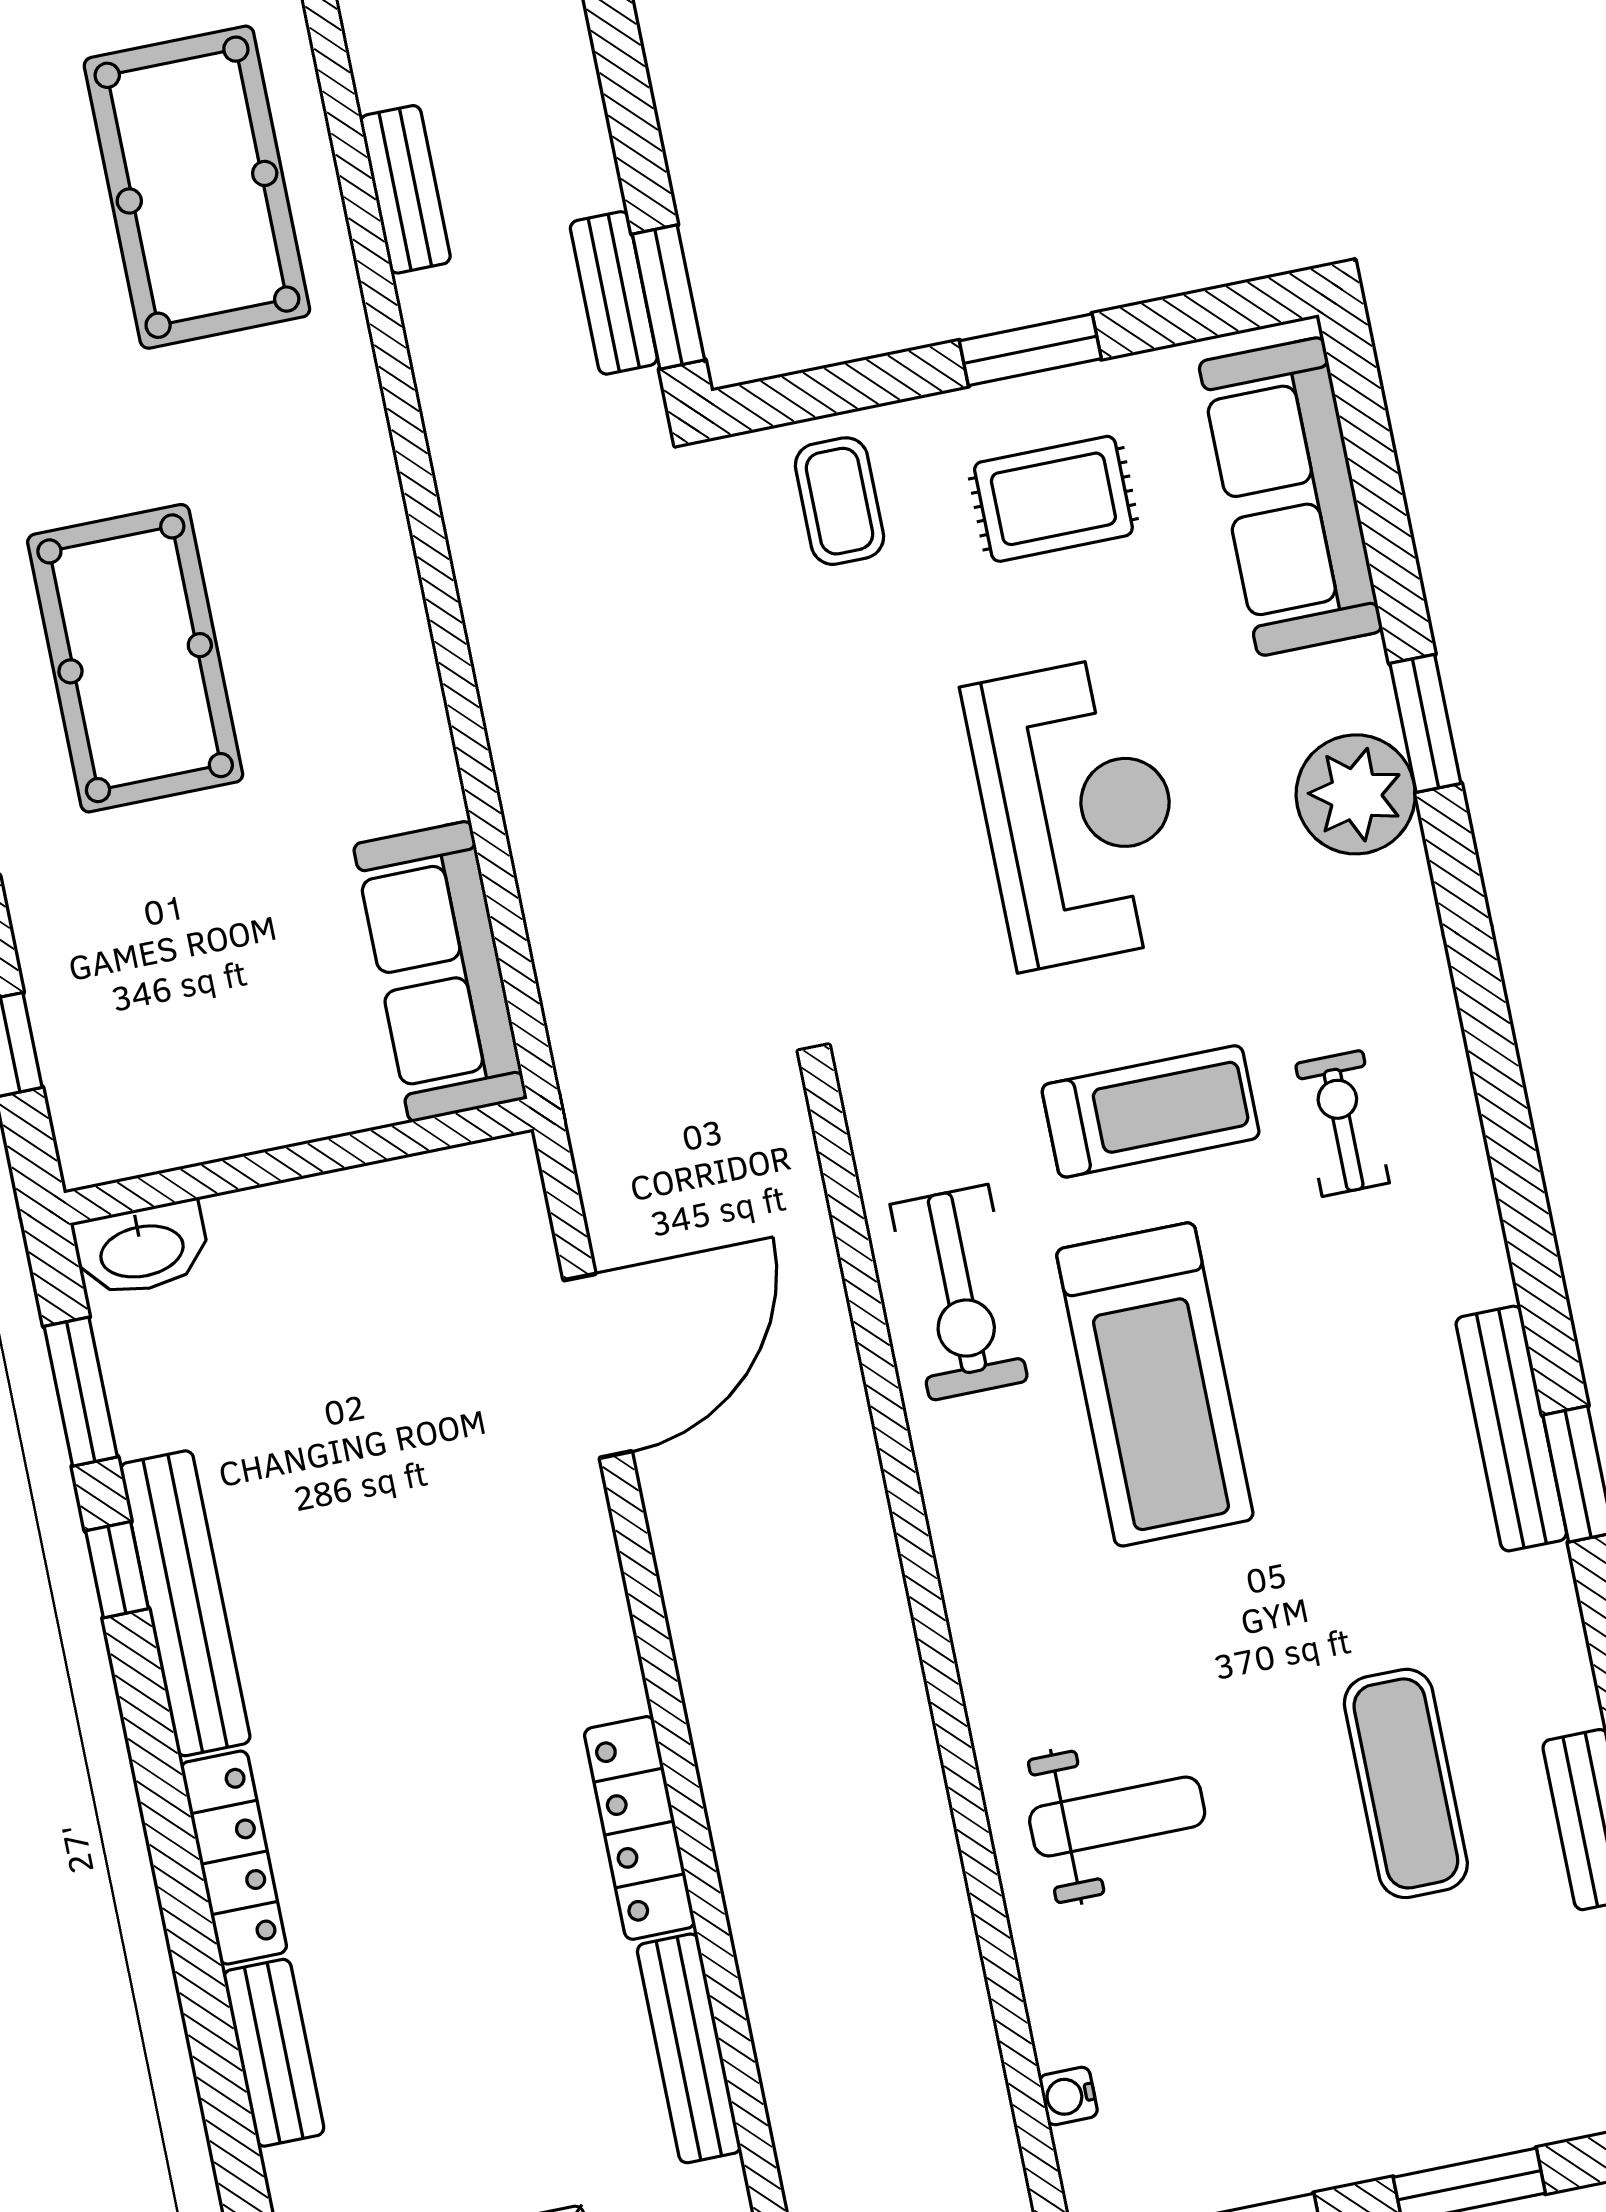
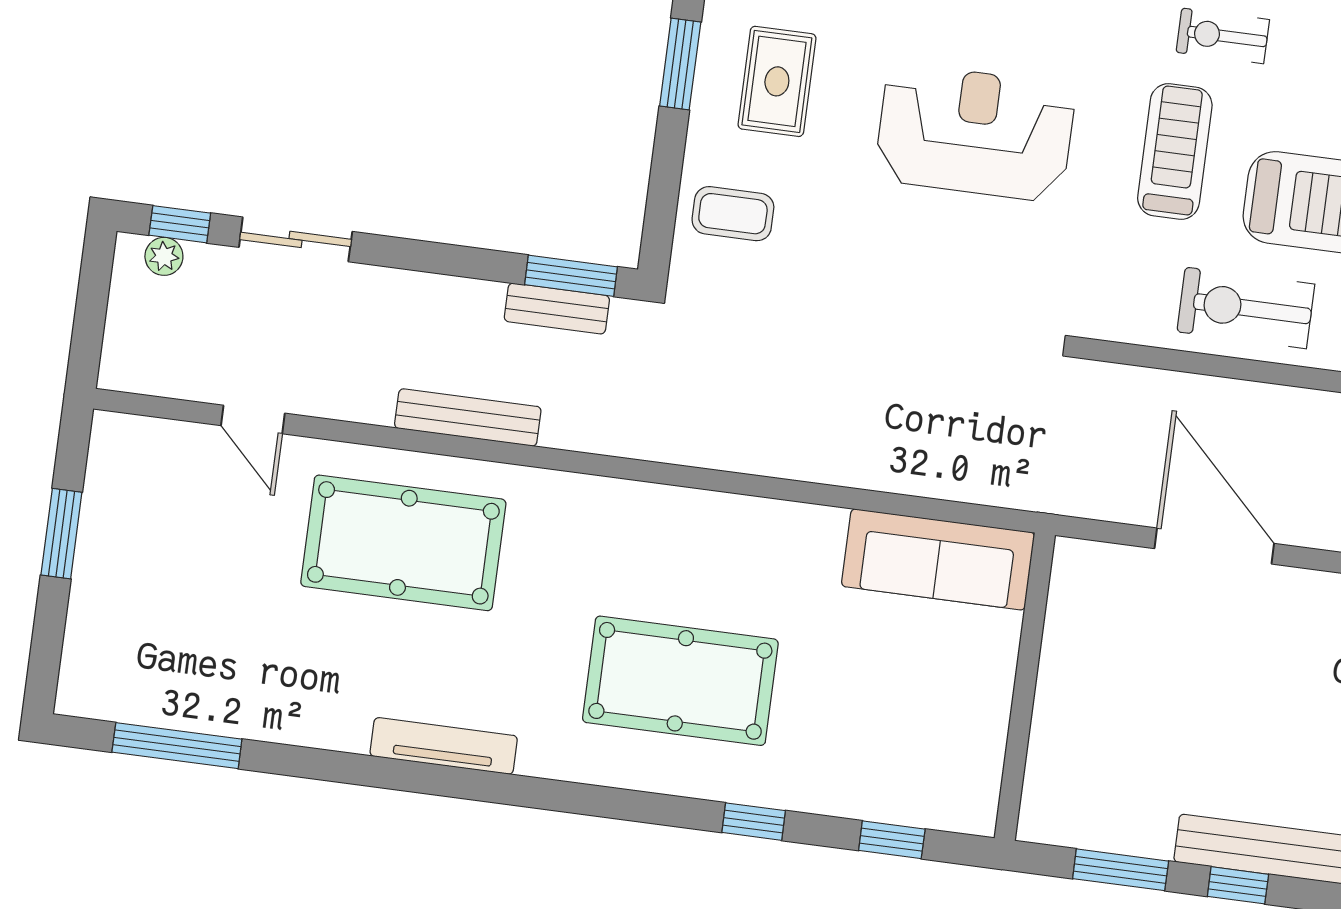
bench: (405, 189) -> (468, 417), width x1.36
washbasin: (142, 1249) -> (1046, 802), removed
exercise bike: (959, 1293) -> (1246, 308), turned 180

